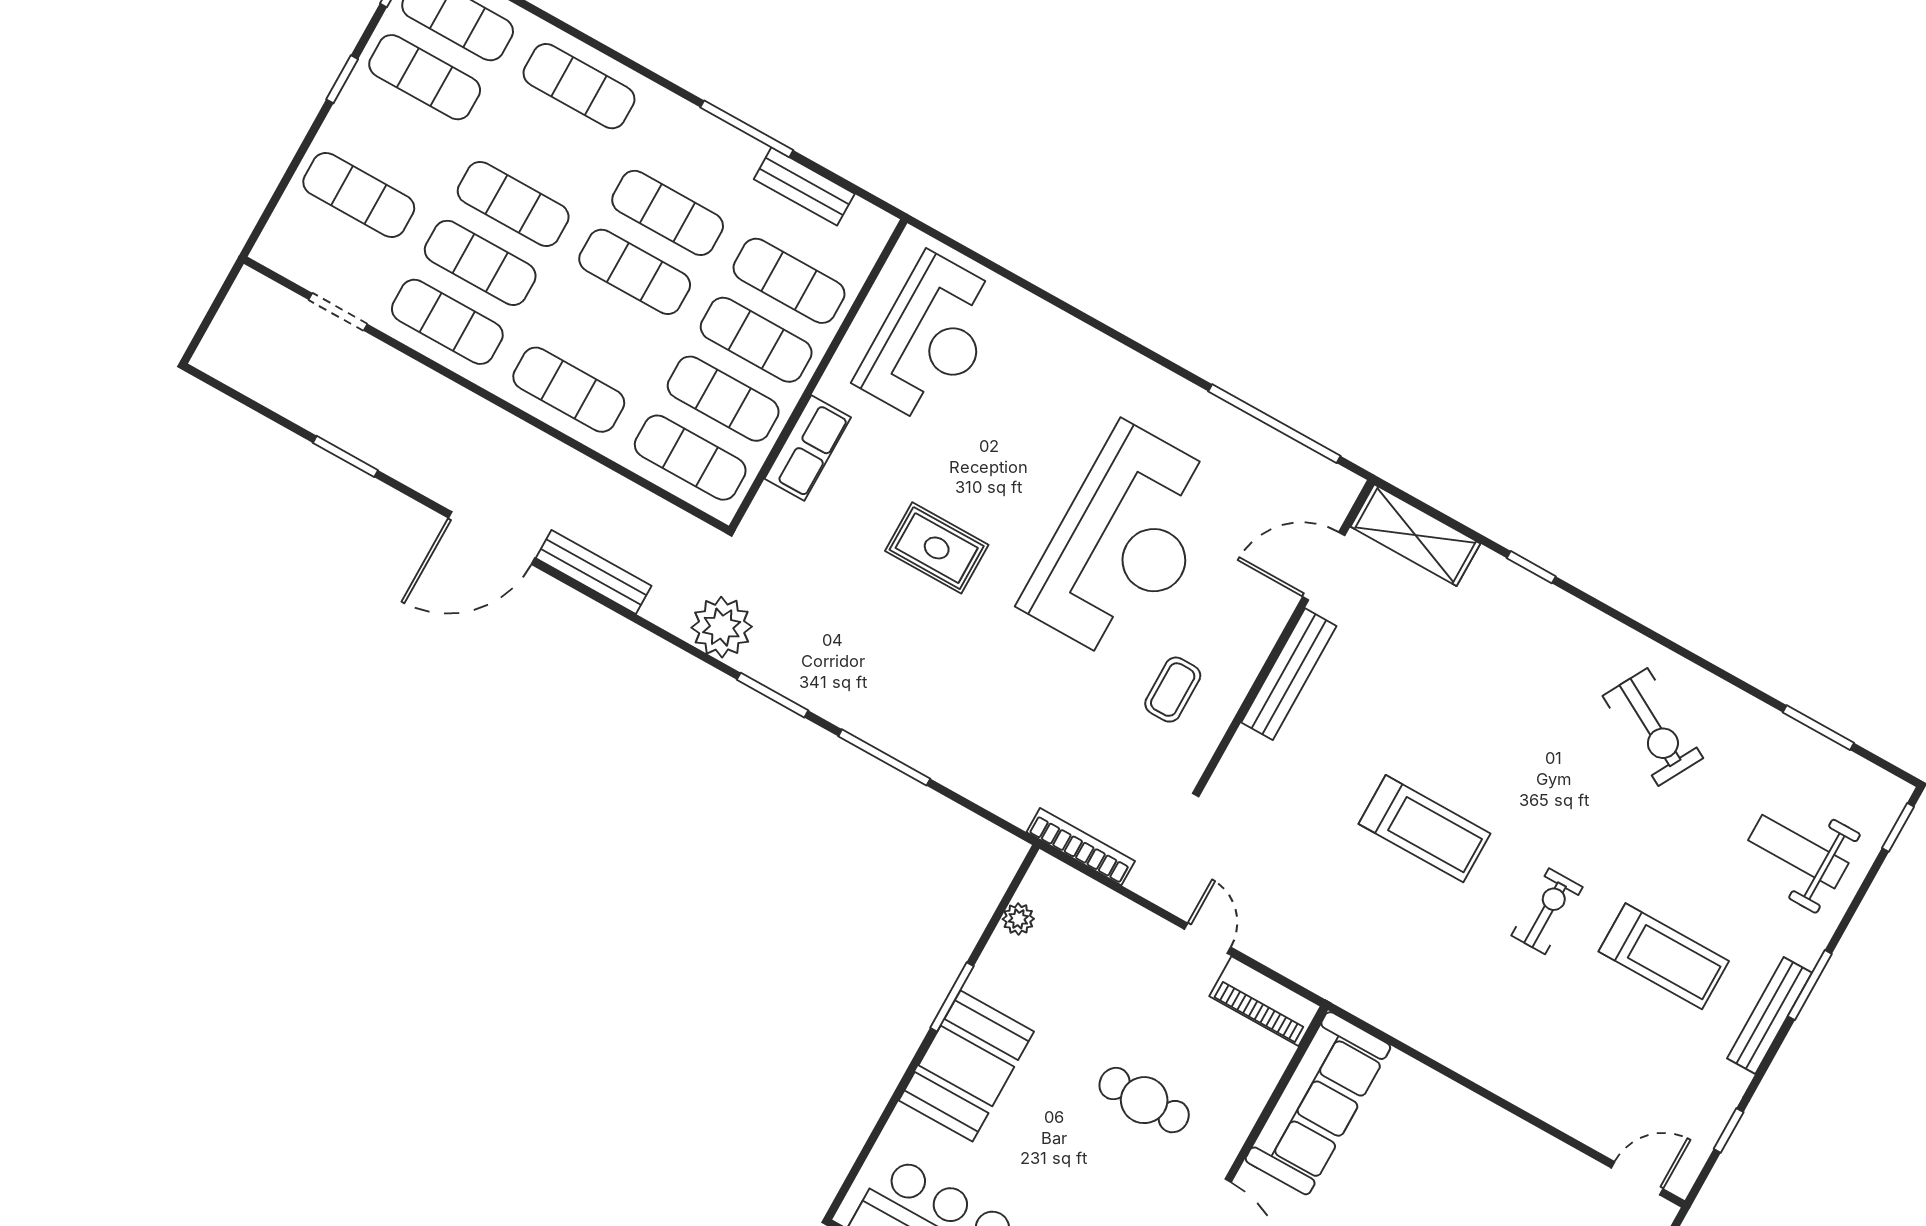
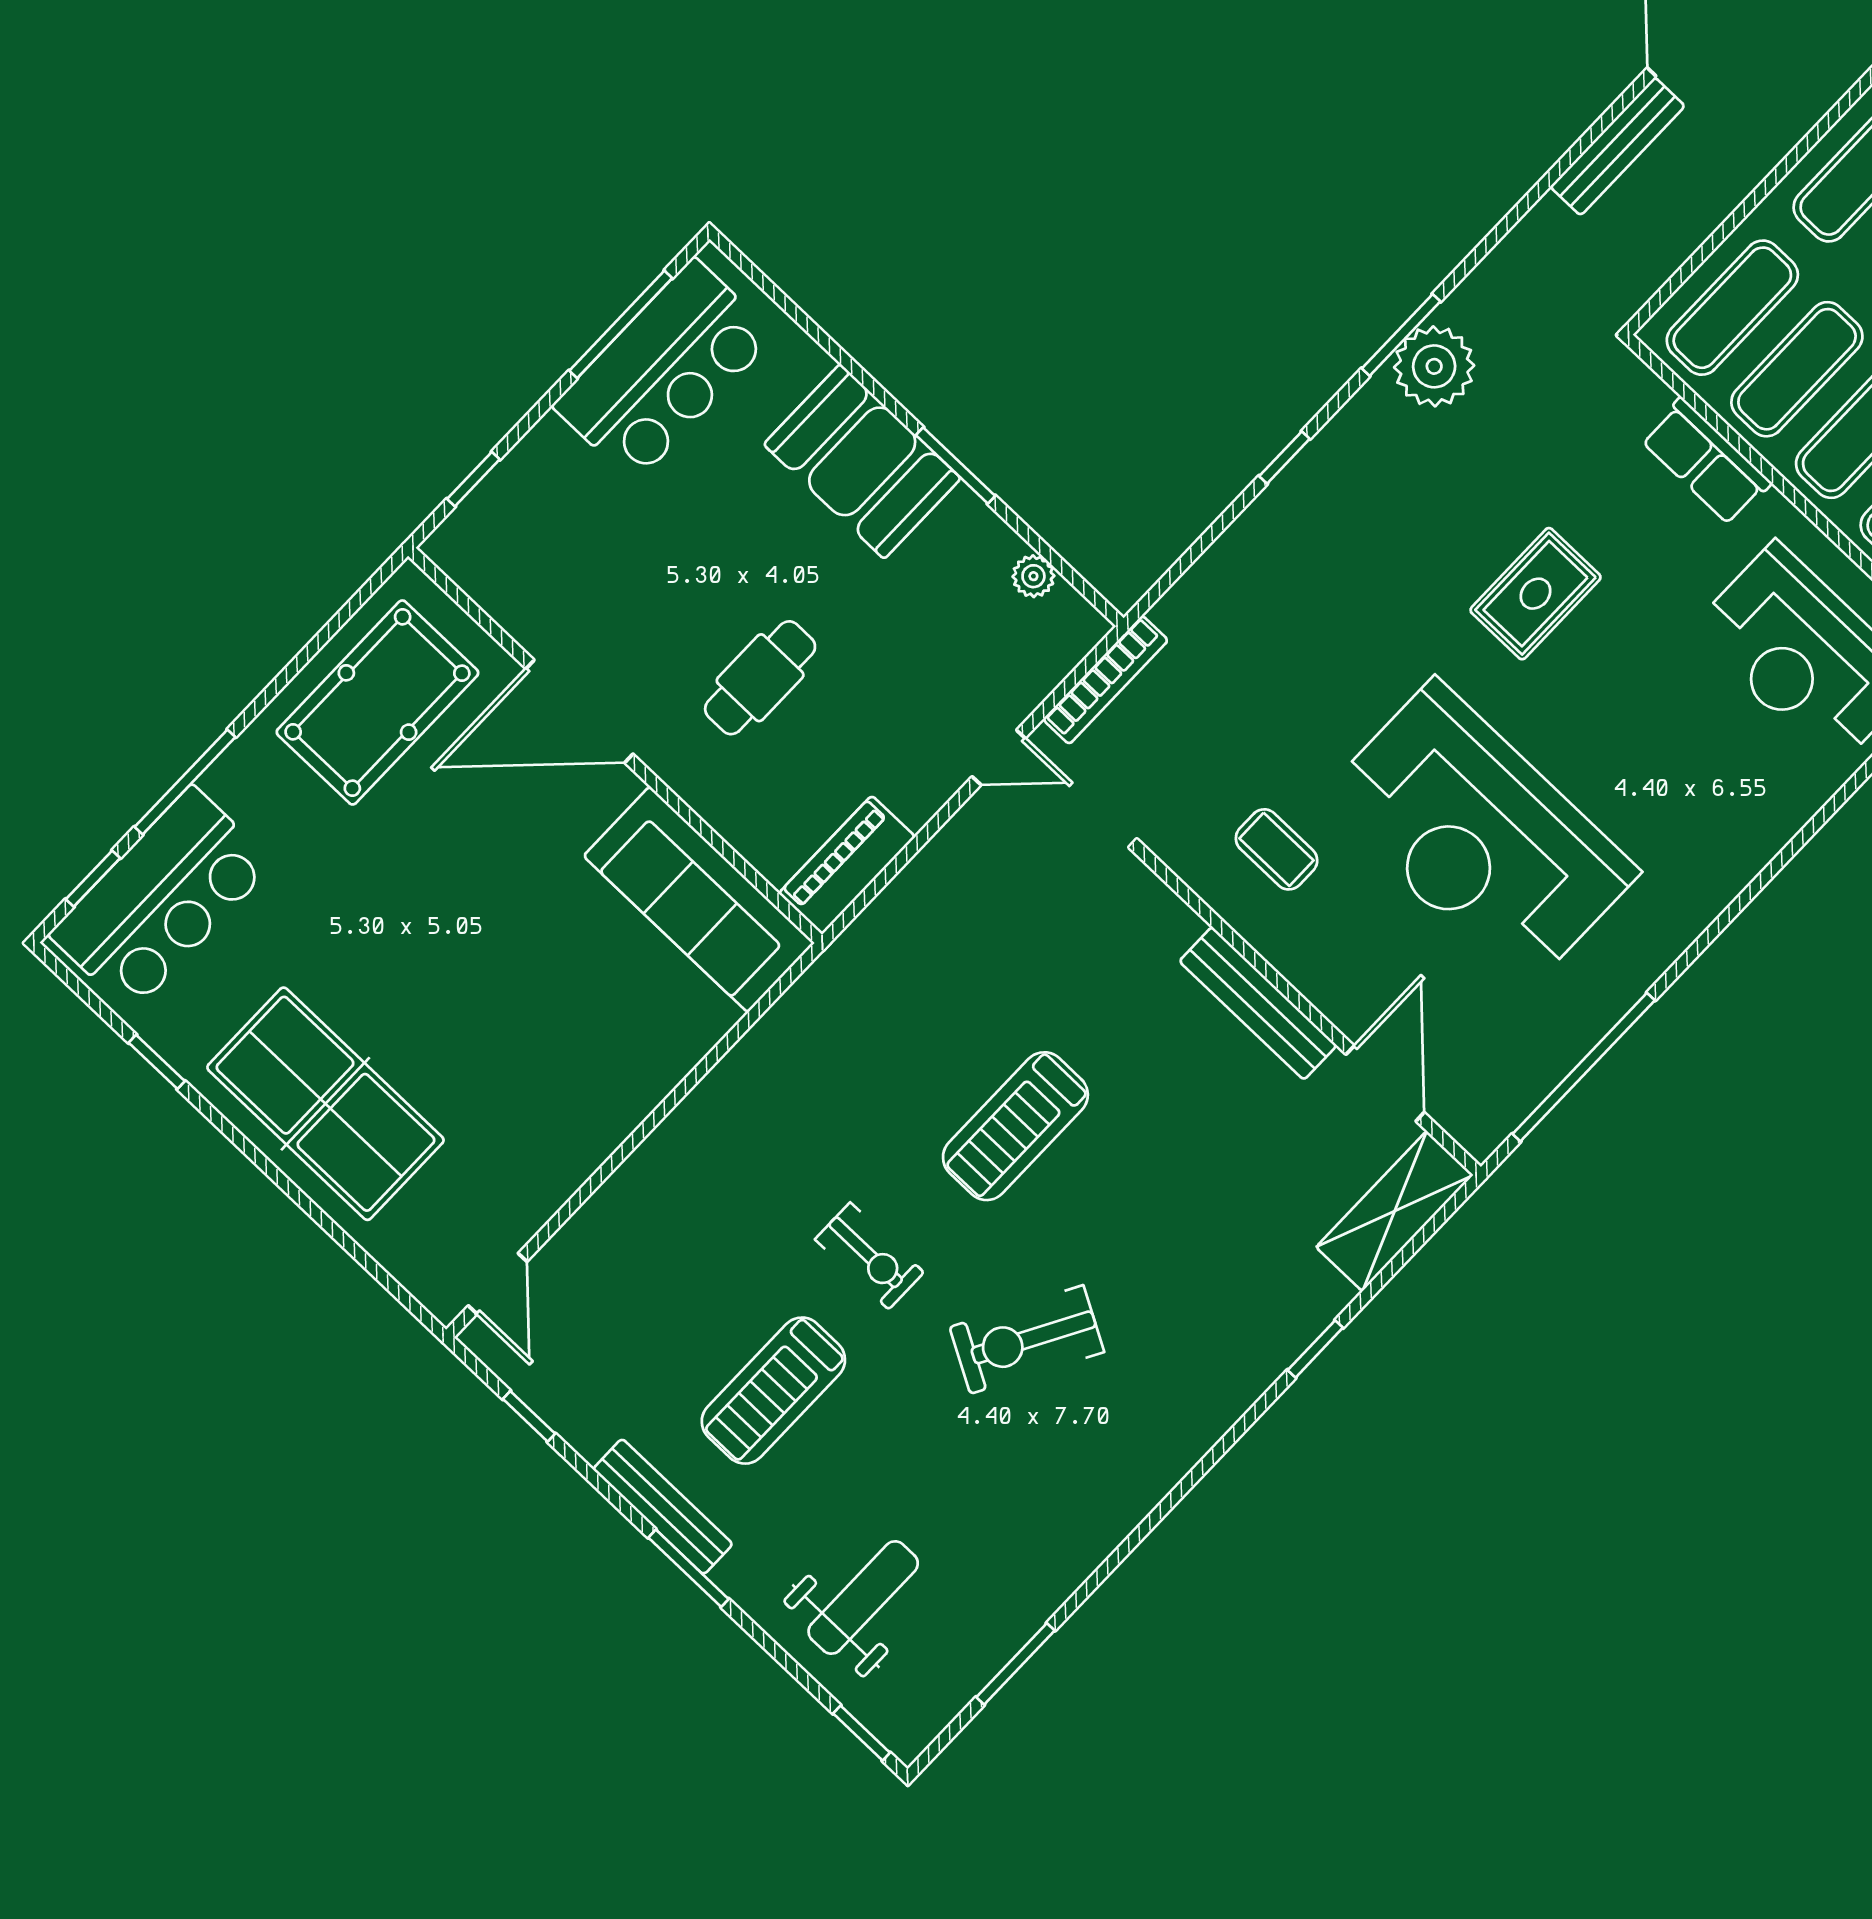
plant: (722, 627) -> (1434, 366), moved
exercise bike: (1653, 727) -> (1027, 1340), moved
window: (884, 757) -> (1284, 457), width x0.46
door: (1207, 938) -> (999, 757), moved

